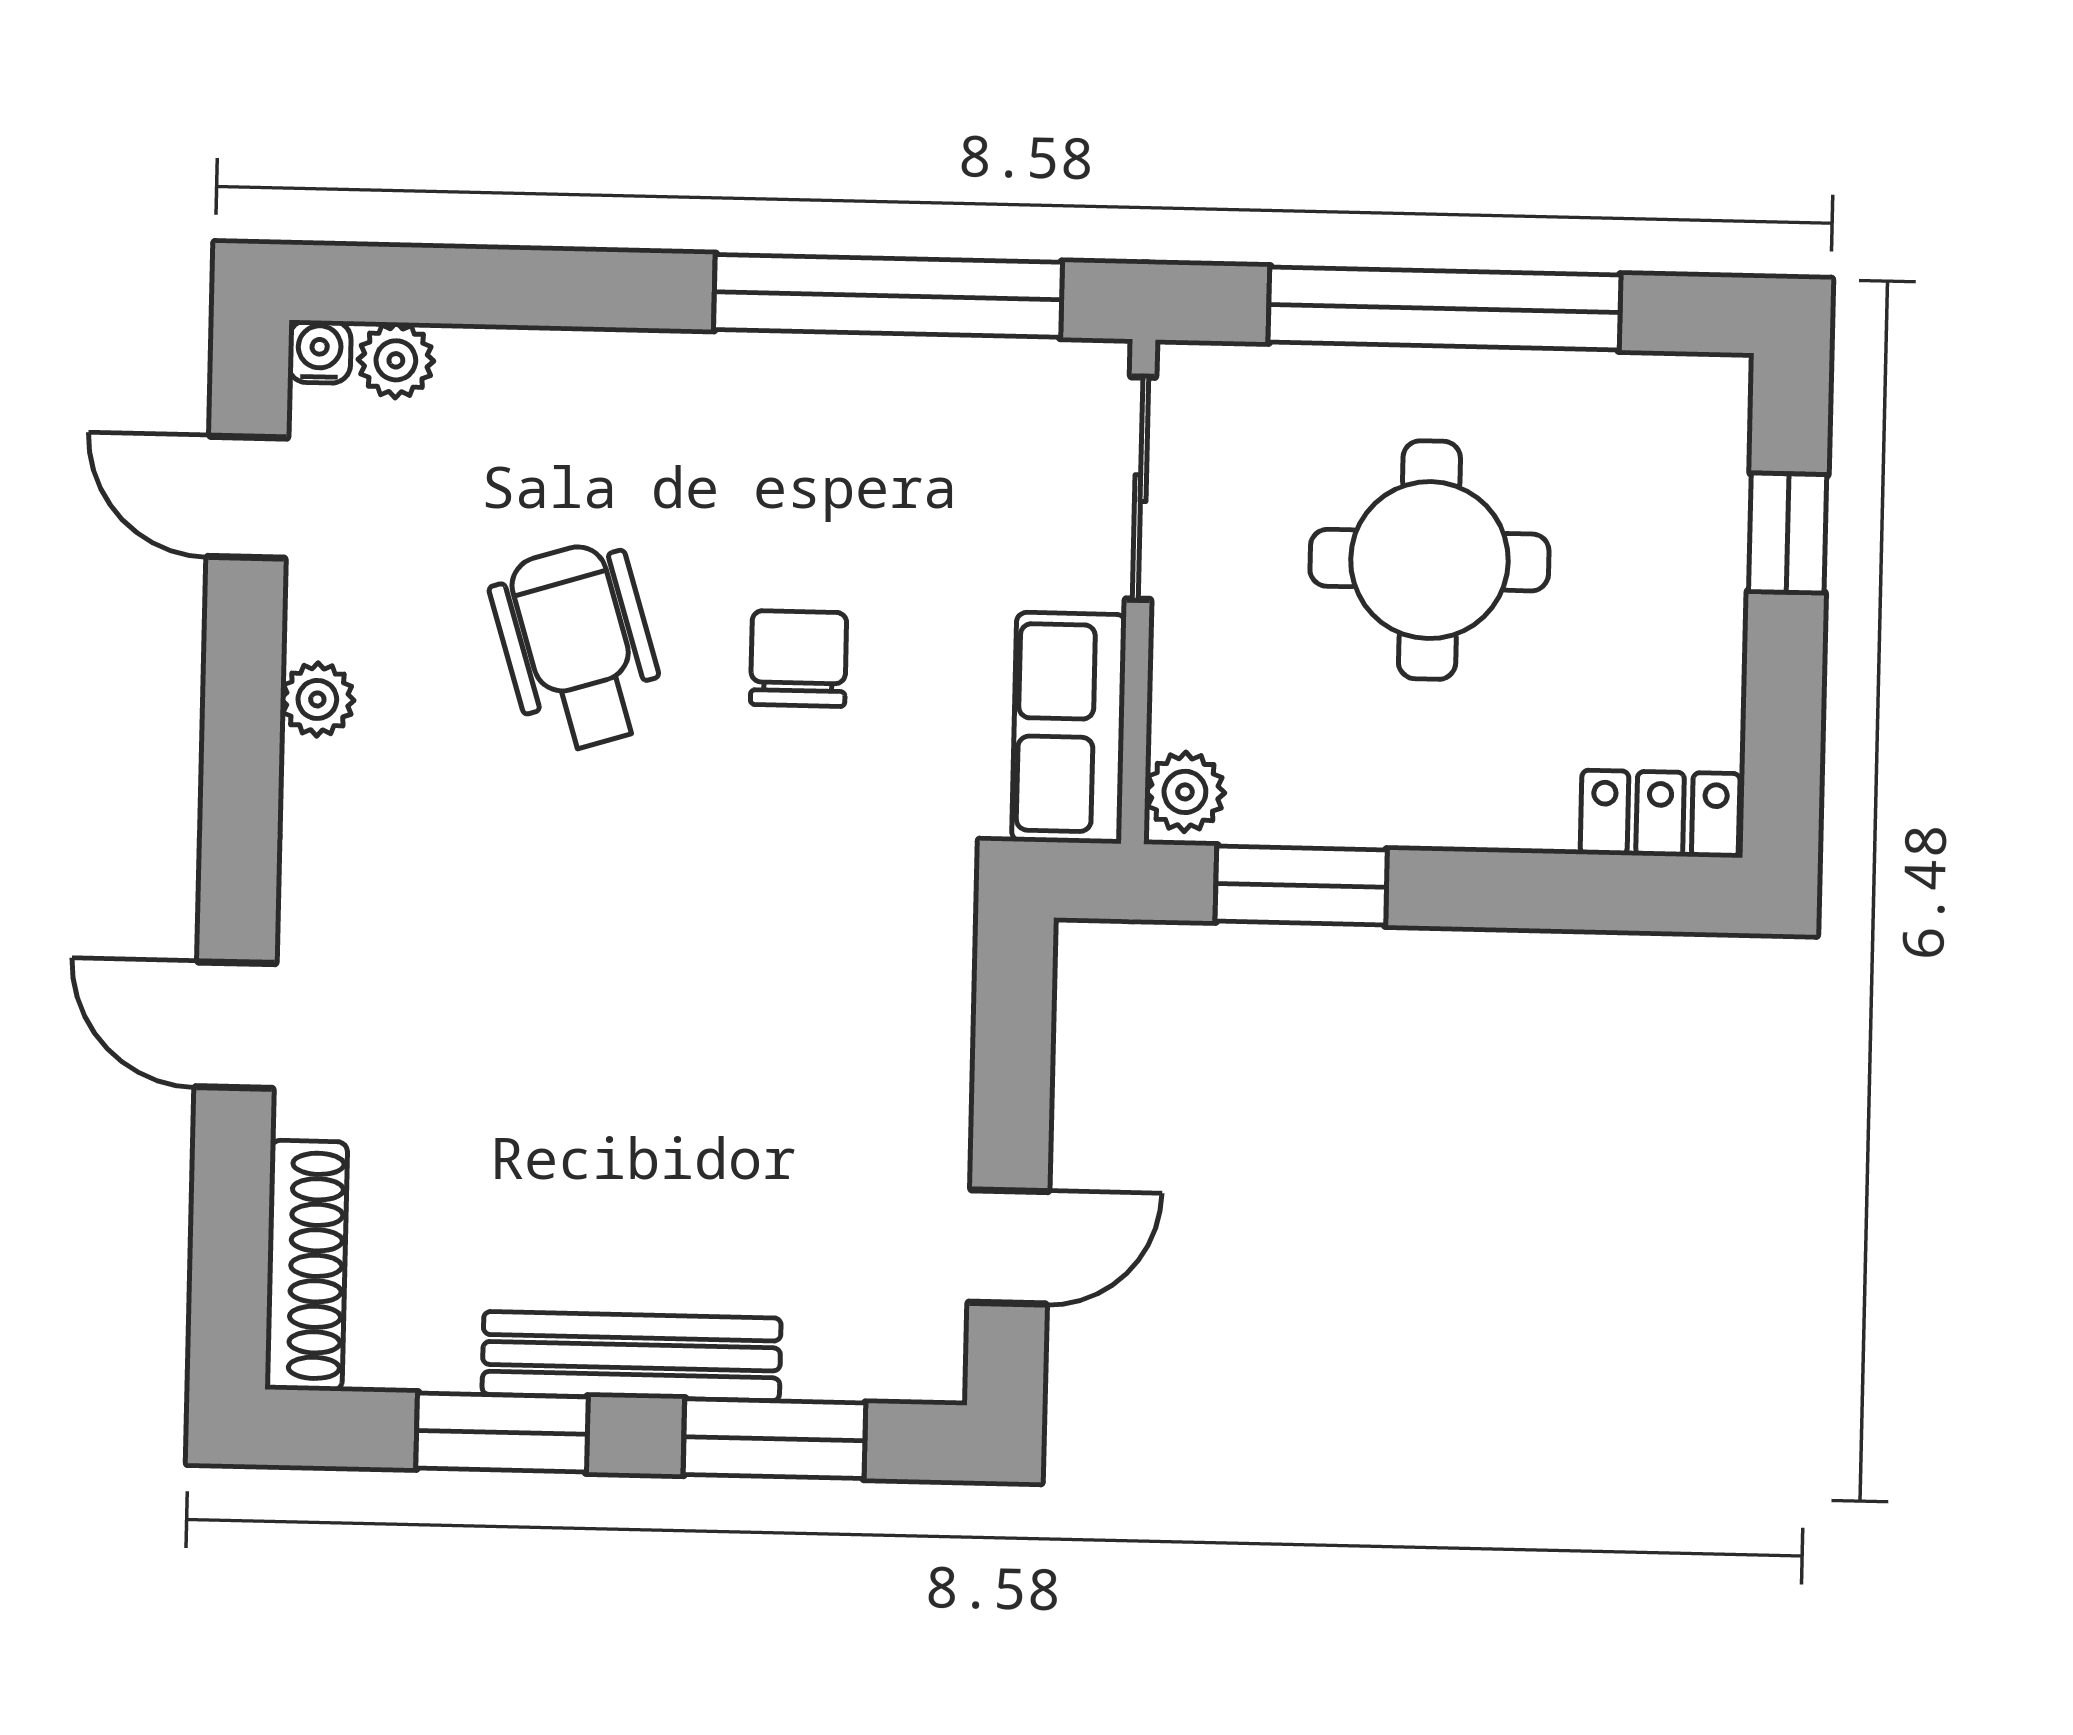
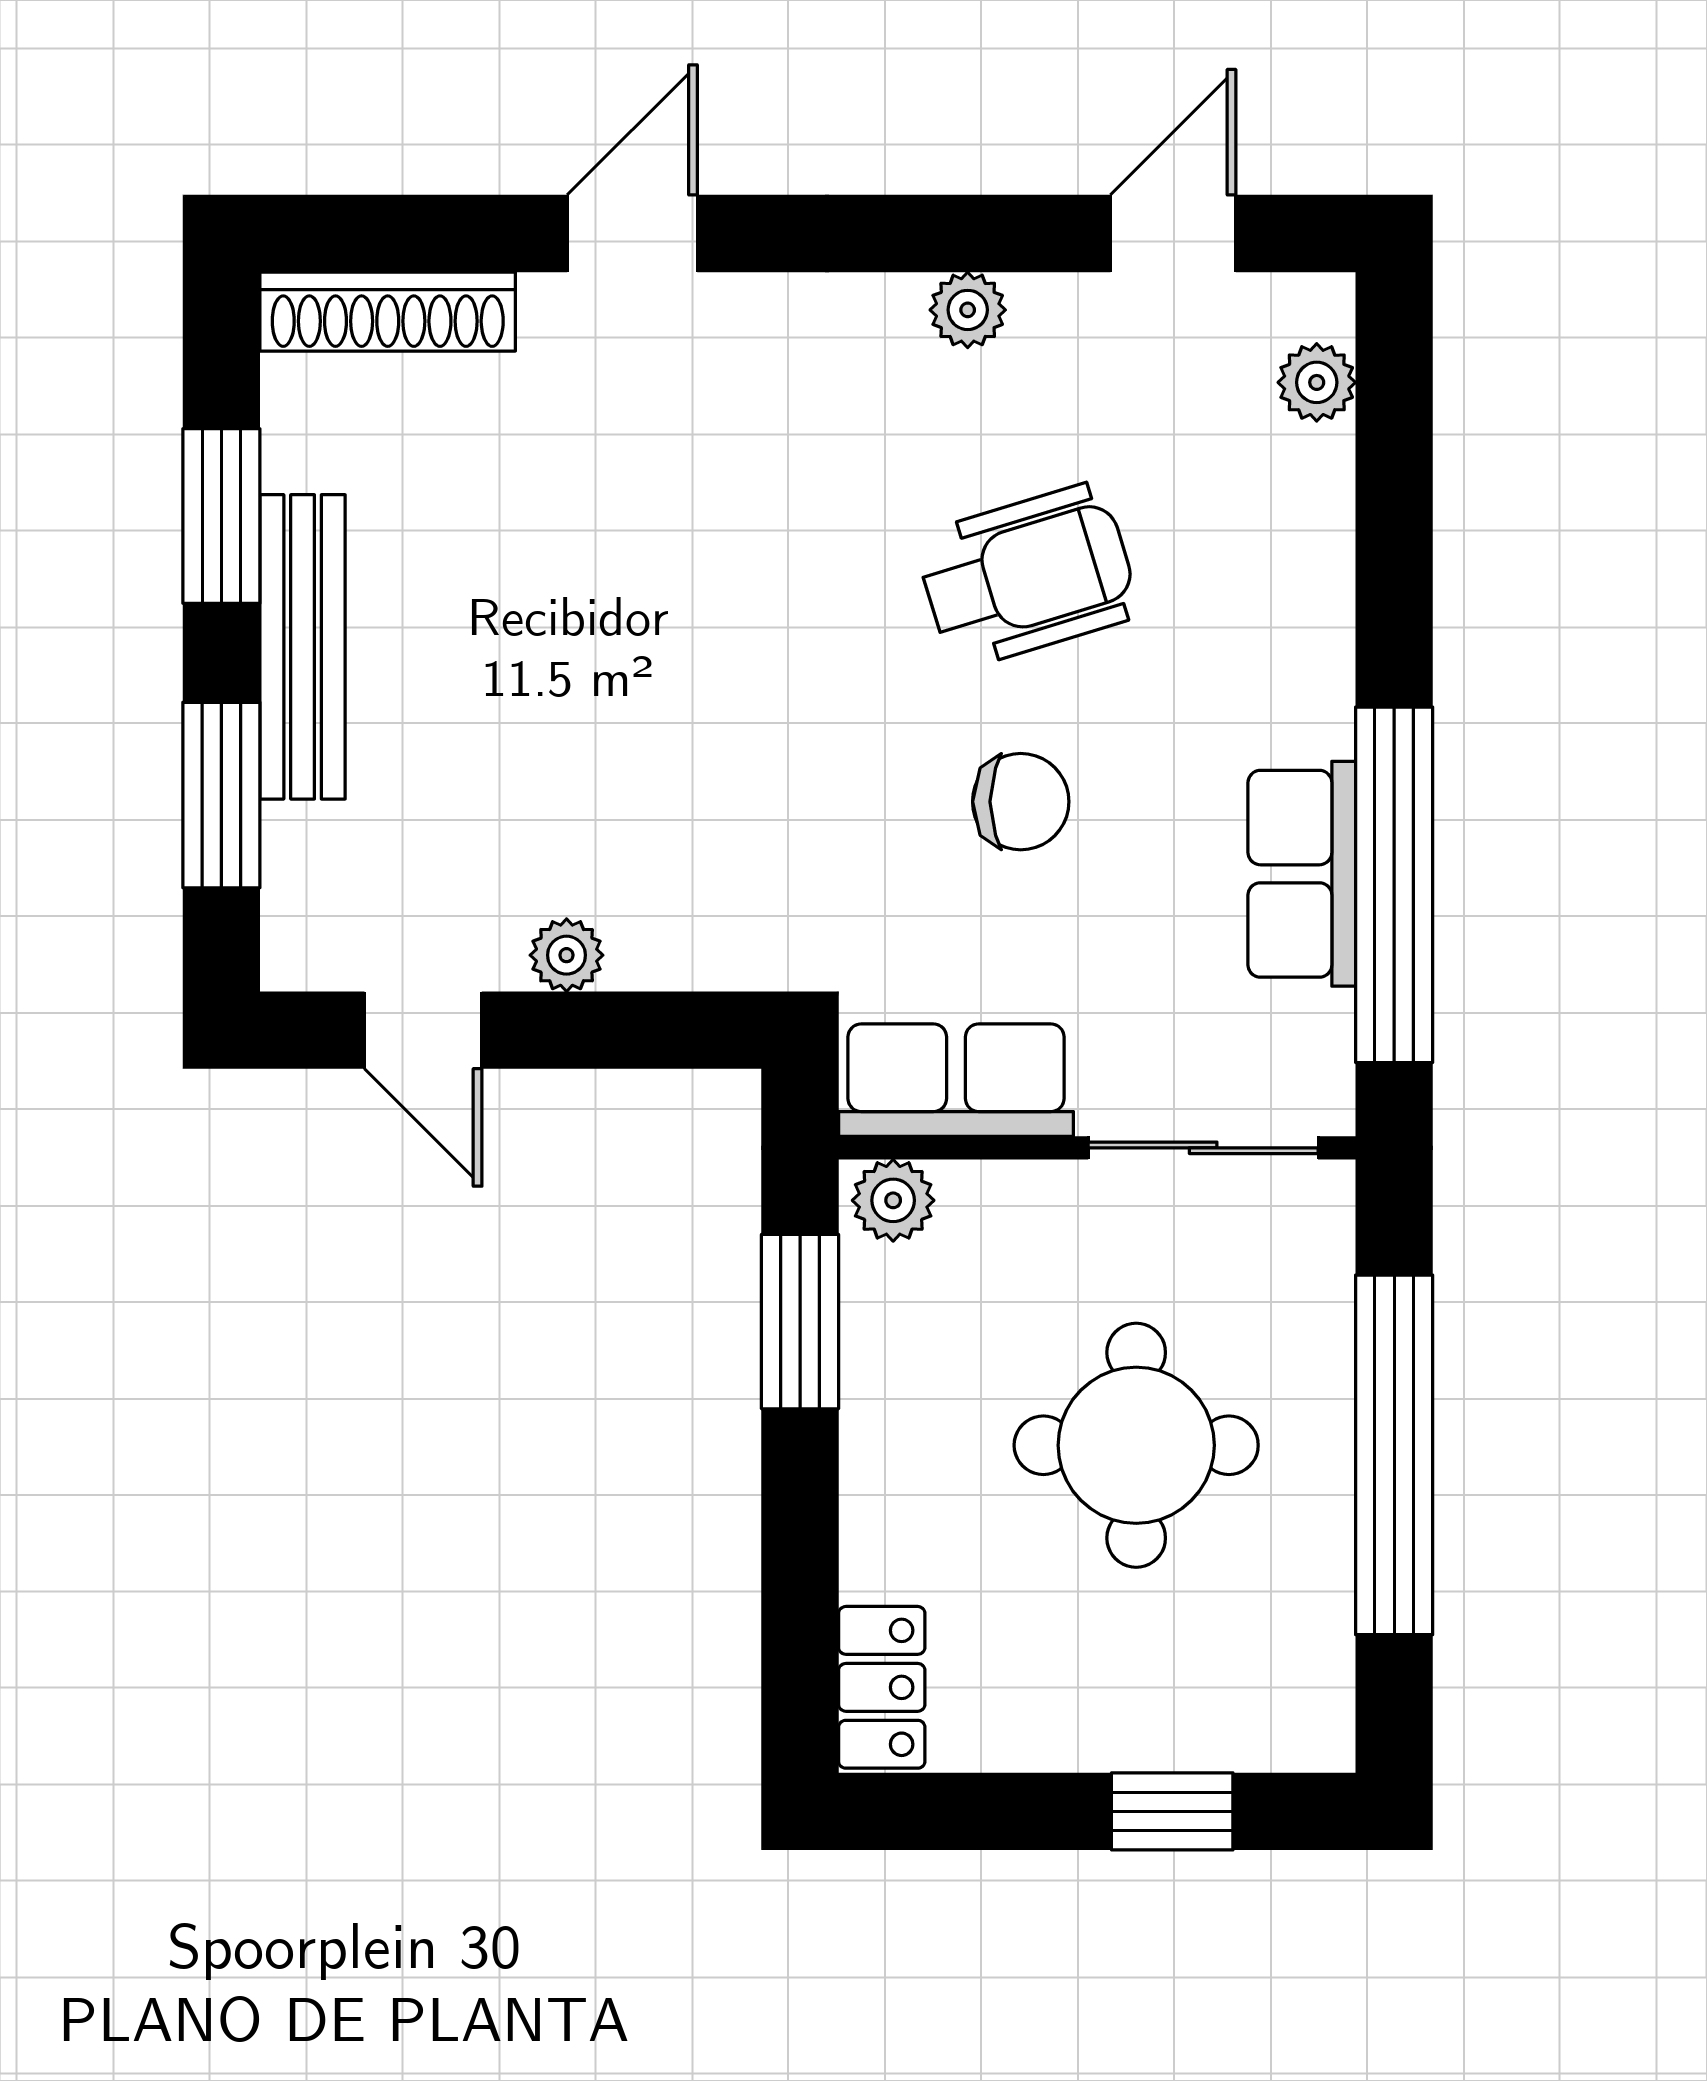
water cooler: (319, 352) -> (1324, 304), removed
row of seats: (875, 386) -> (1302, 874), added
plant: (938, 1105) -> (567, 955), added

